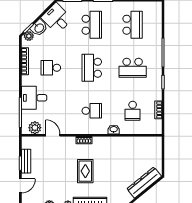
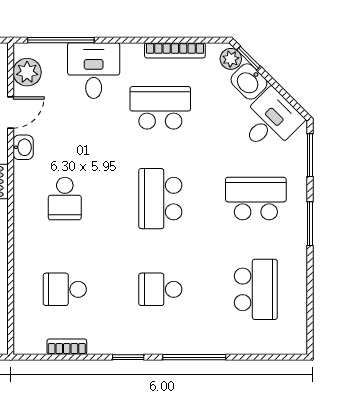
school desk: (92, 25) -> (256, 199), turned 180
school desk: (133, 25) -> (256, 289), turned -90
school desk: (51, 68) -> (160, 108), width x1.85
school desk: (92, 68) -> (160, 199), turned -90
school desk: (133, 68) -> (160, 289), width x0.54
washbasin: (114, 130) -> (23, 147), moved

